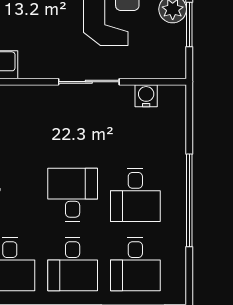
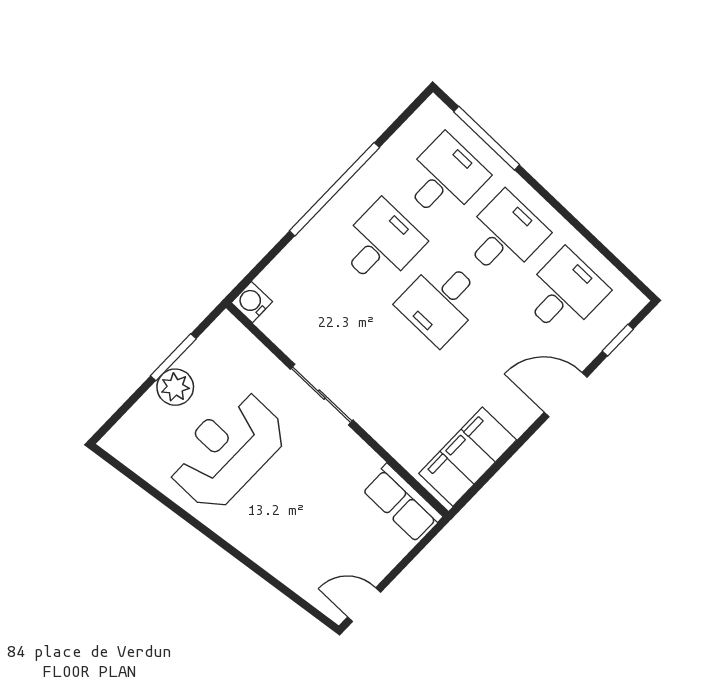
water cooler: (146, 96) -> (252, 302), moved, turned 90

